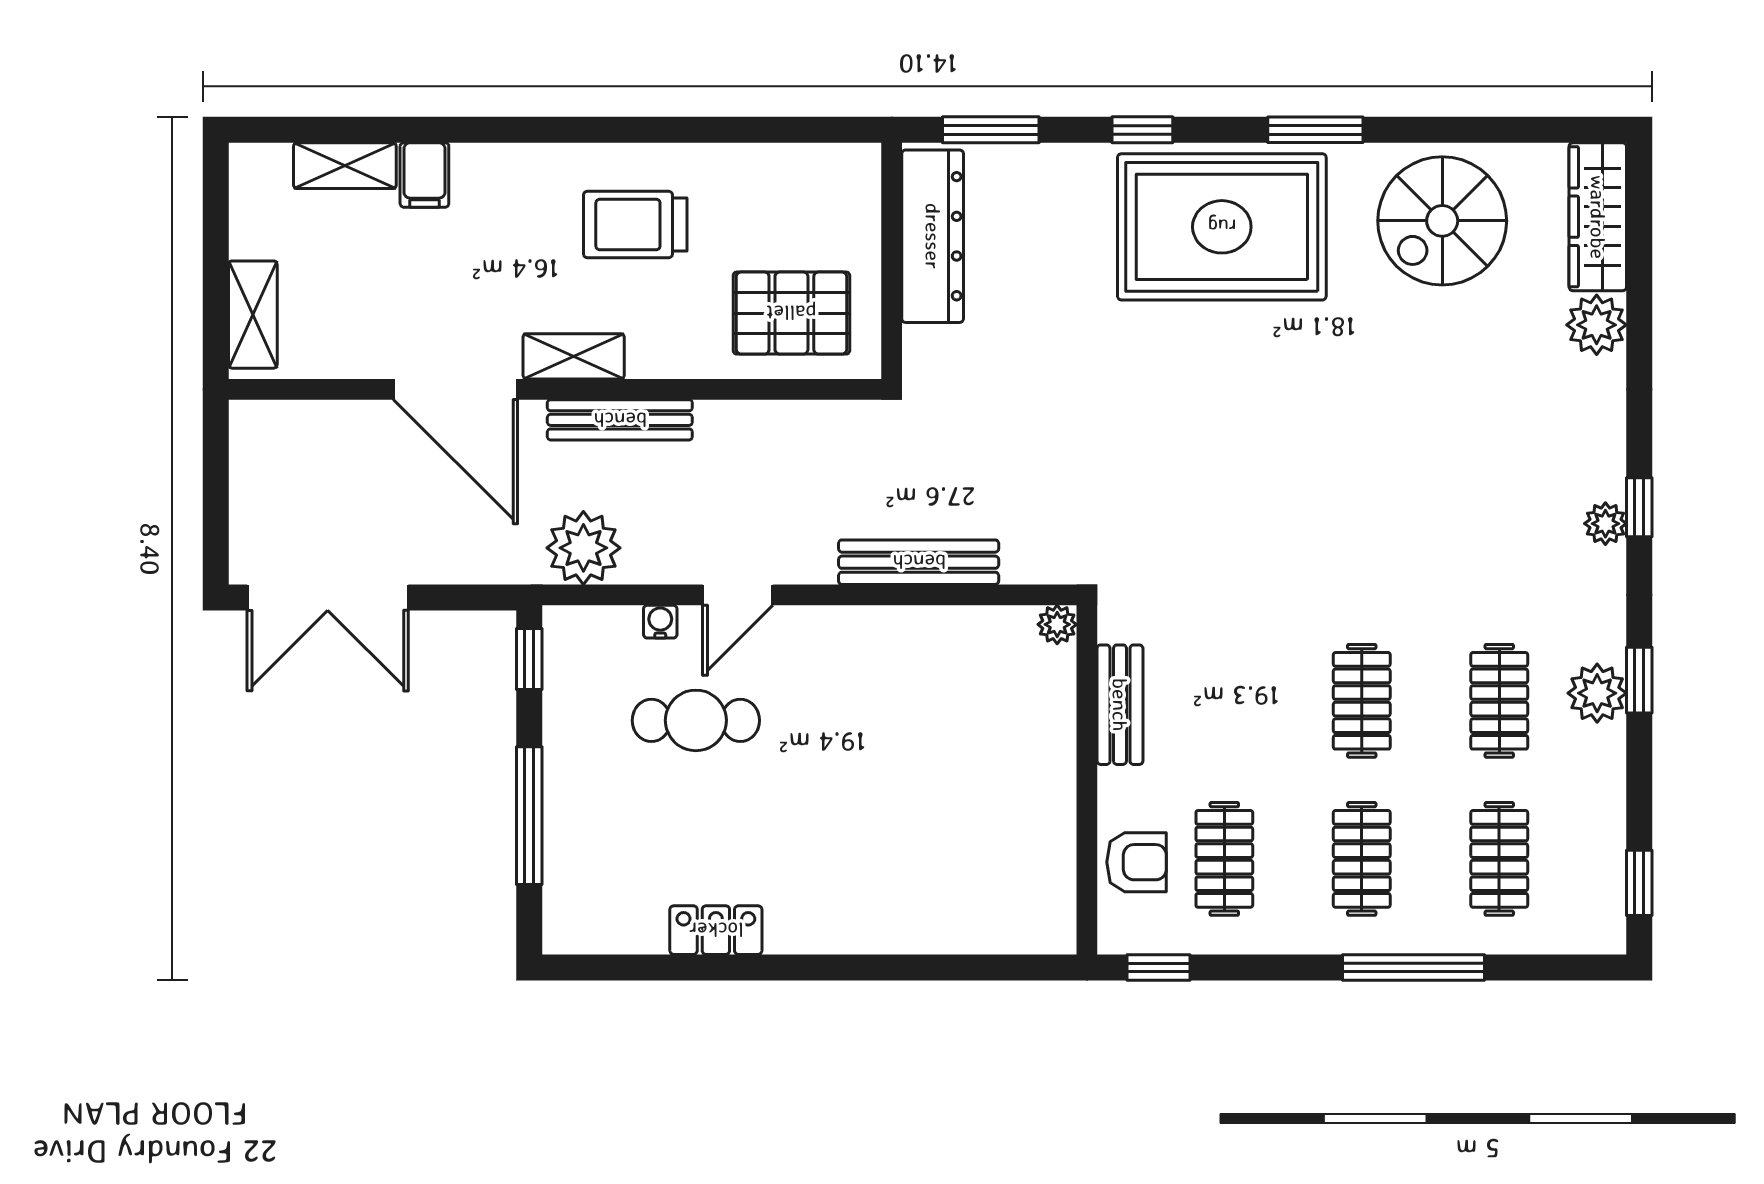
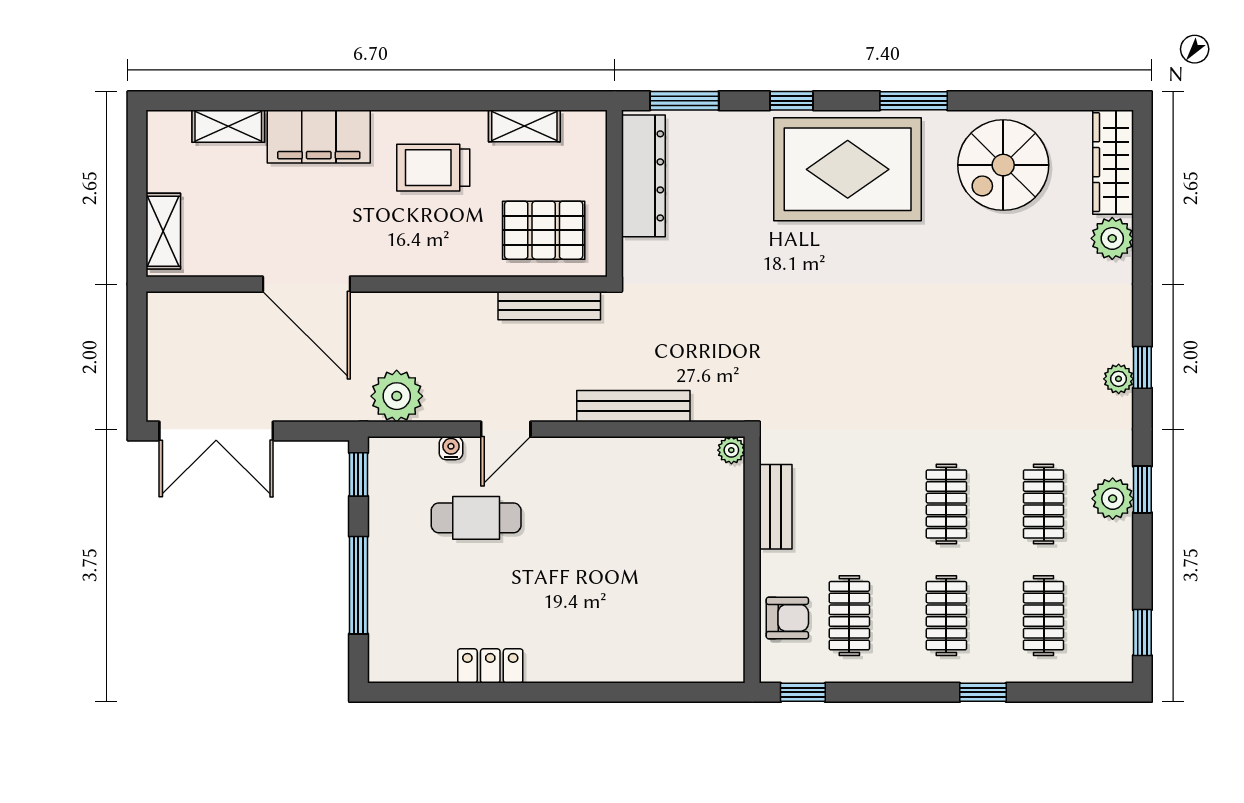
filing cabinet: (424, 175) -> (319, 136), width x3.00, depth x1.17
shelving: (574, 356) -> (524, 126), moved
bench: (620, 420) -> (549, 306), moved
window: (1413, 967) -> (983, 692), width x0.46

